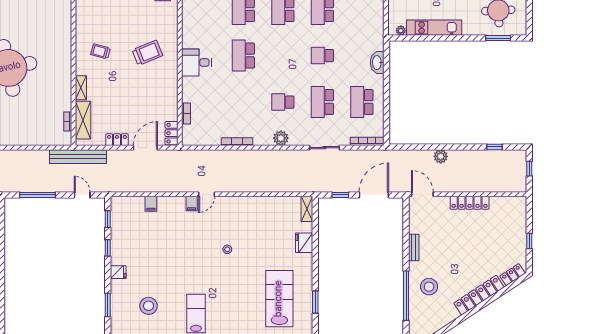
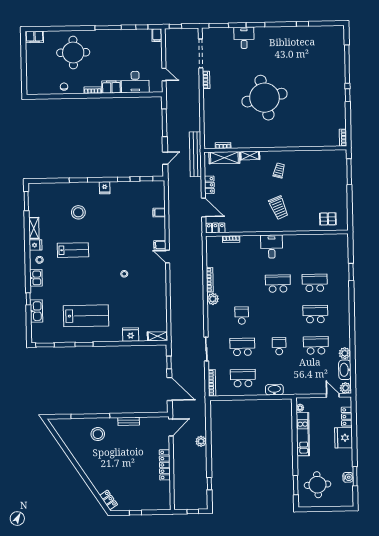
plant: (281, 138) -> (213, 299), moved
locker: (479, 295) -> (92, 474), removed

